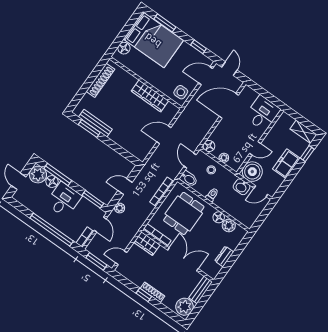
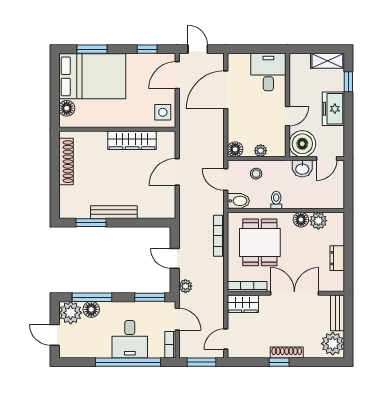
bench: (95, 123) -> (114, 212), moved
door: (125, 186) -> (175, 258), hinge flipped
desk: (64, 200) -> (130, 339), moved, turned 180

